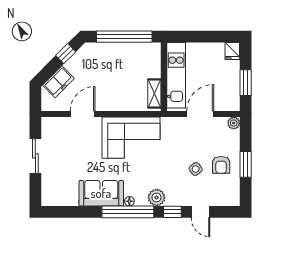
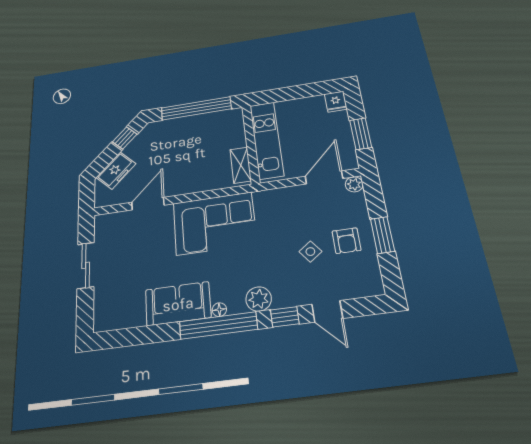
door: (200, 114) -> (324, 177), moved

